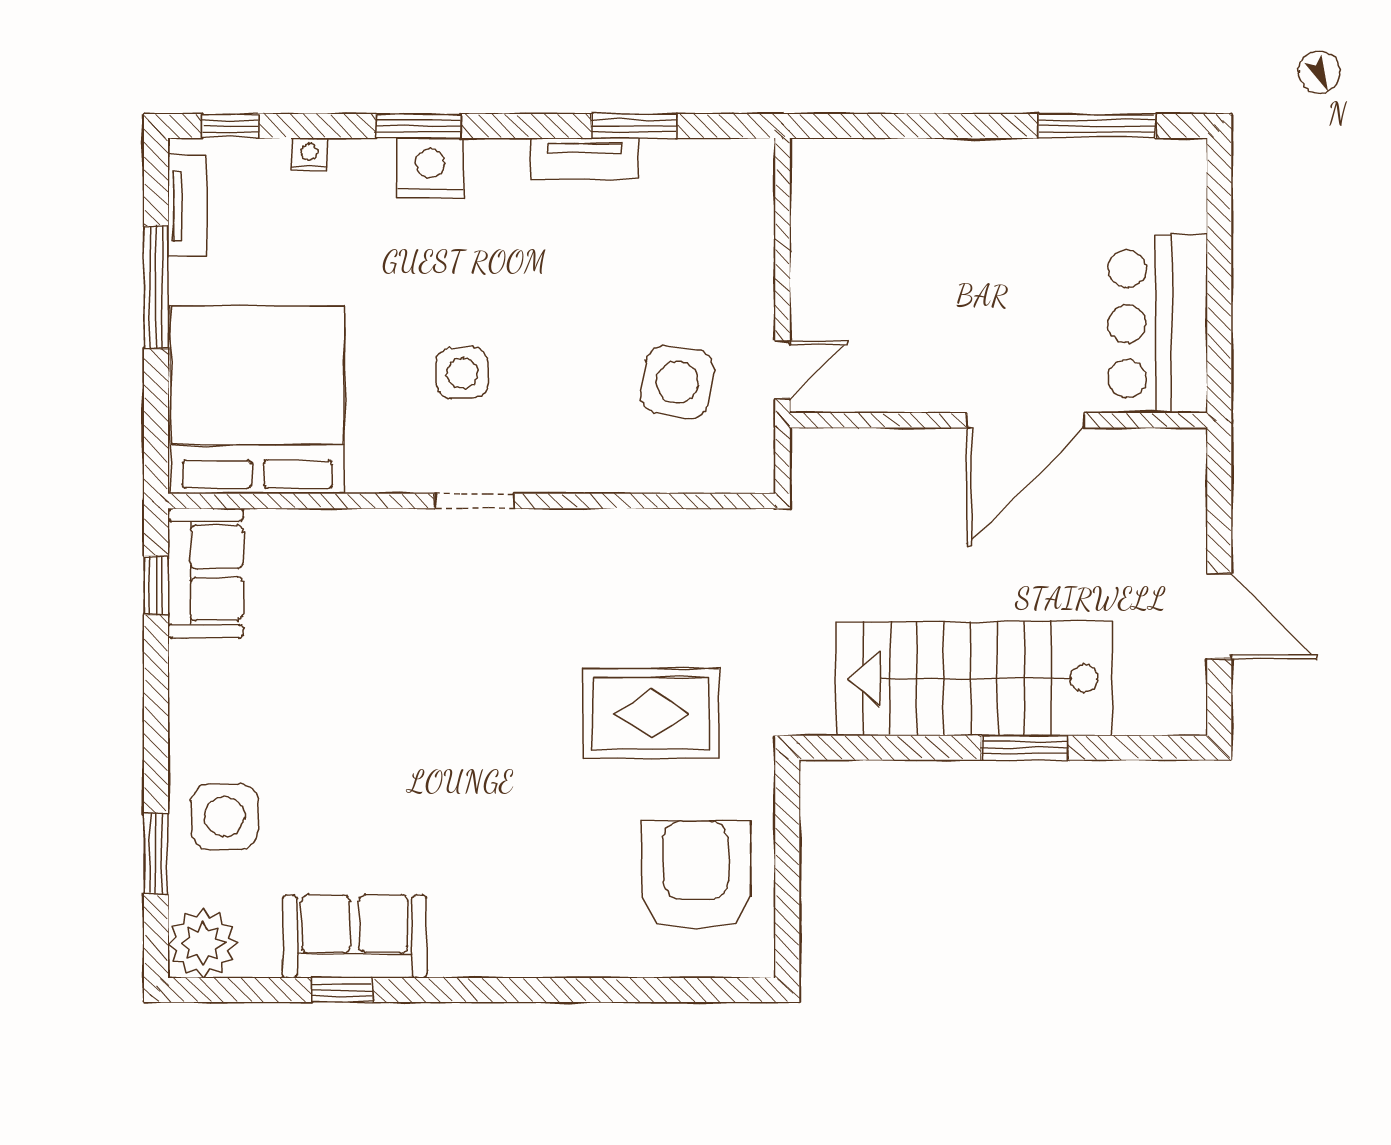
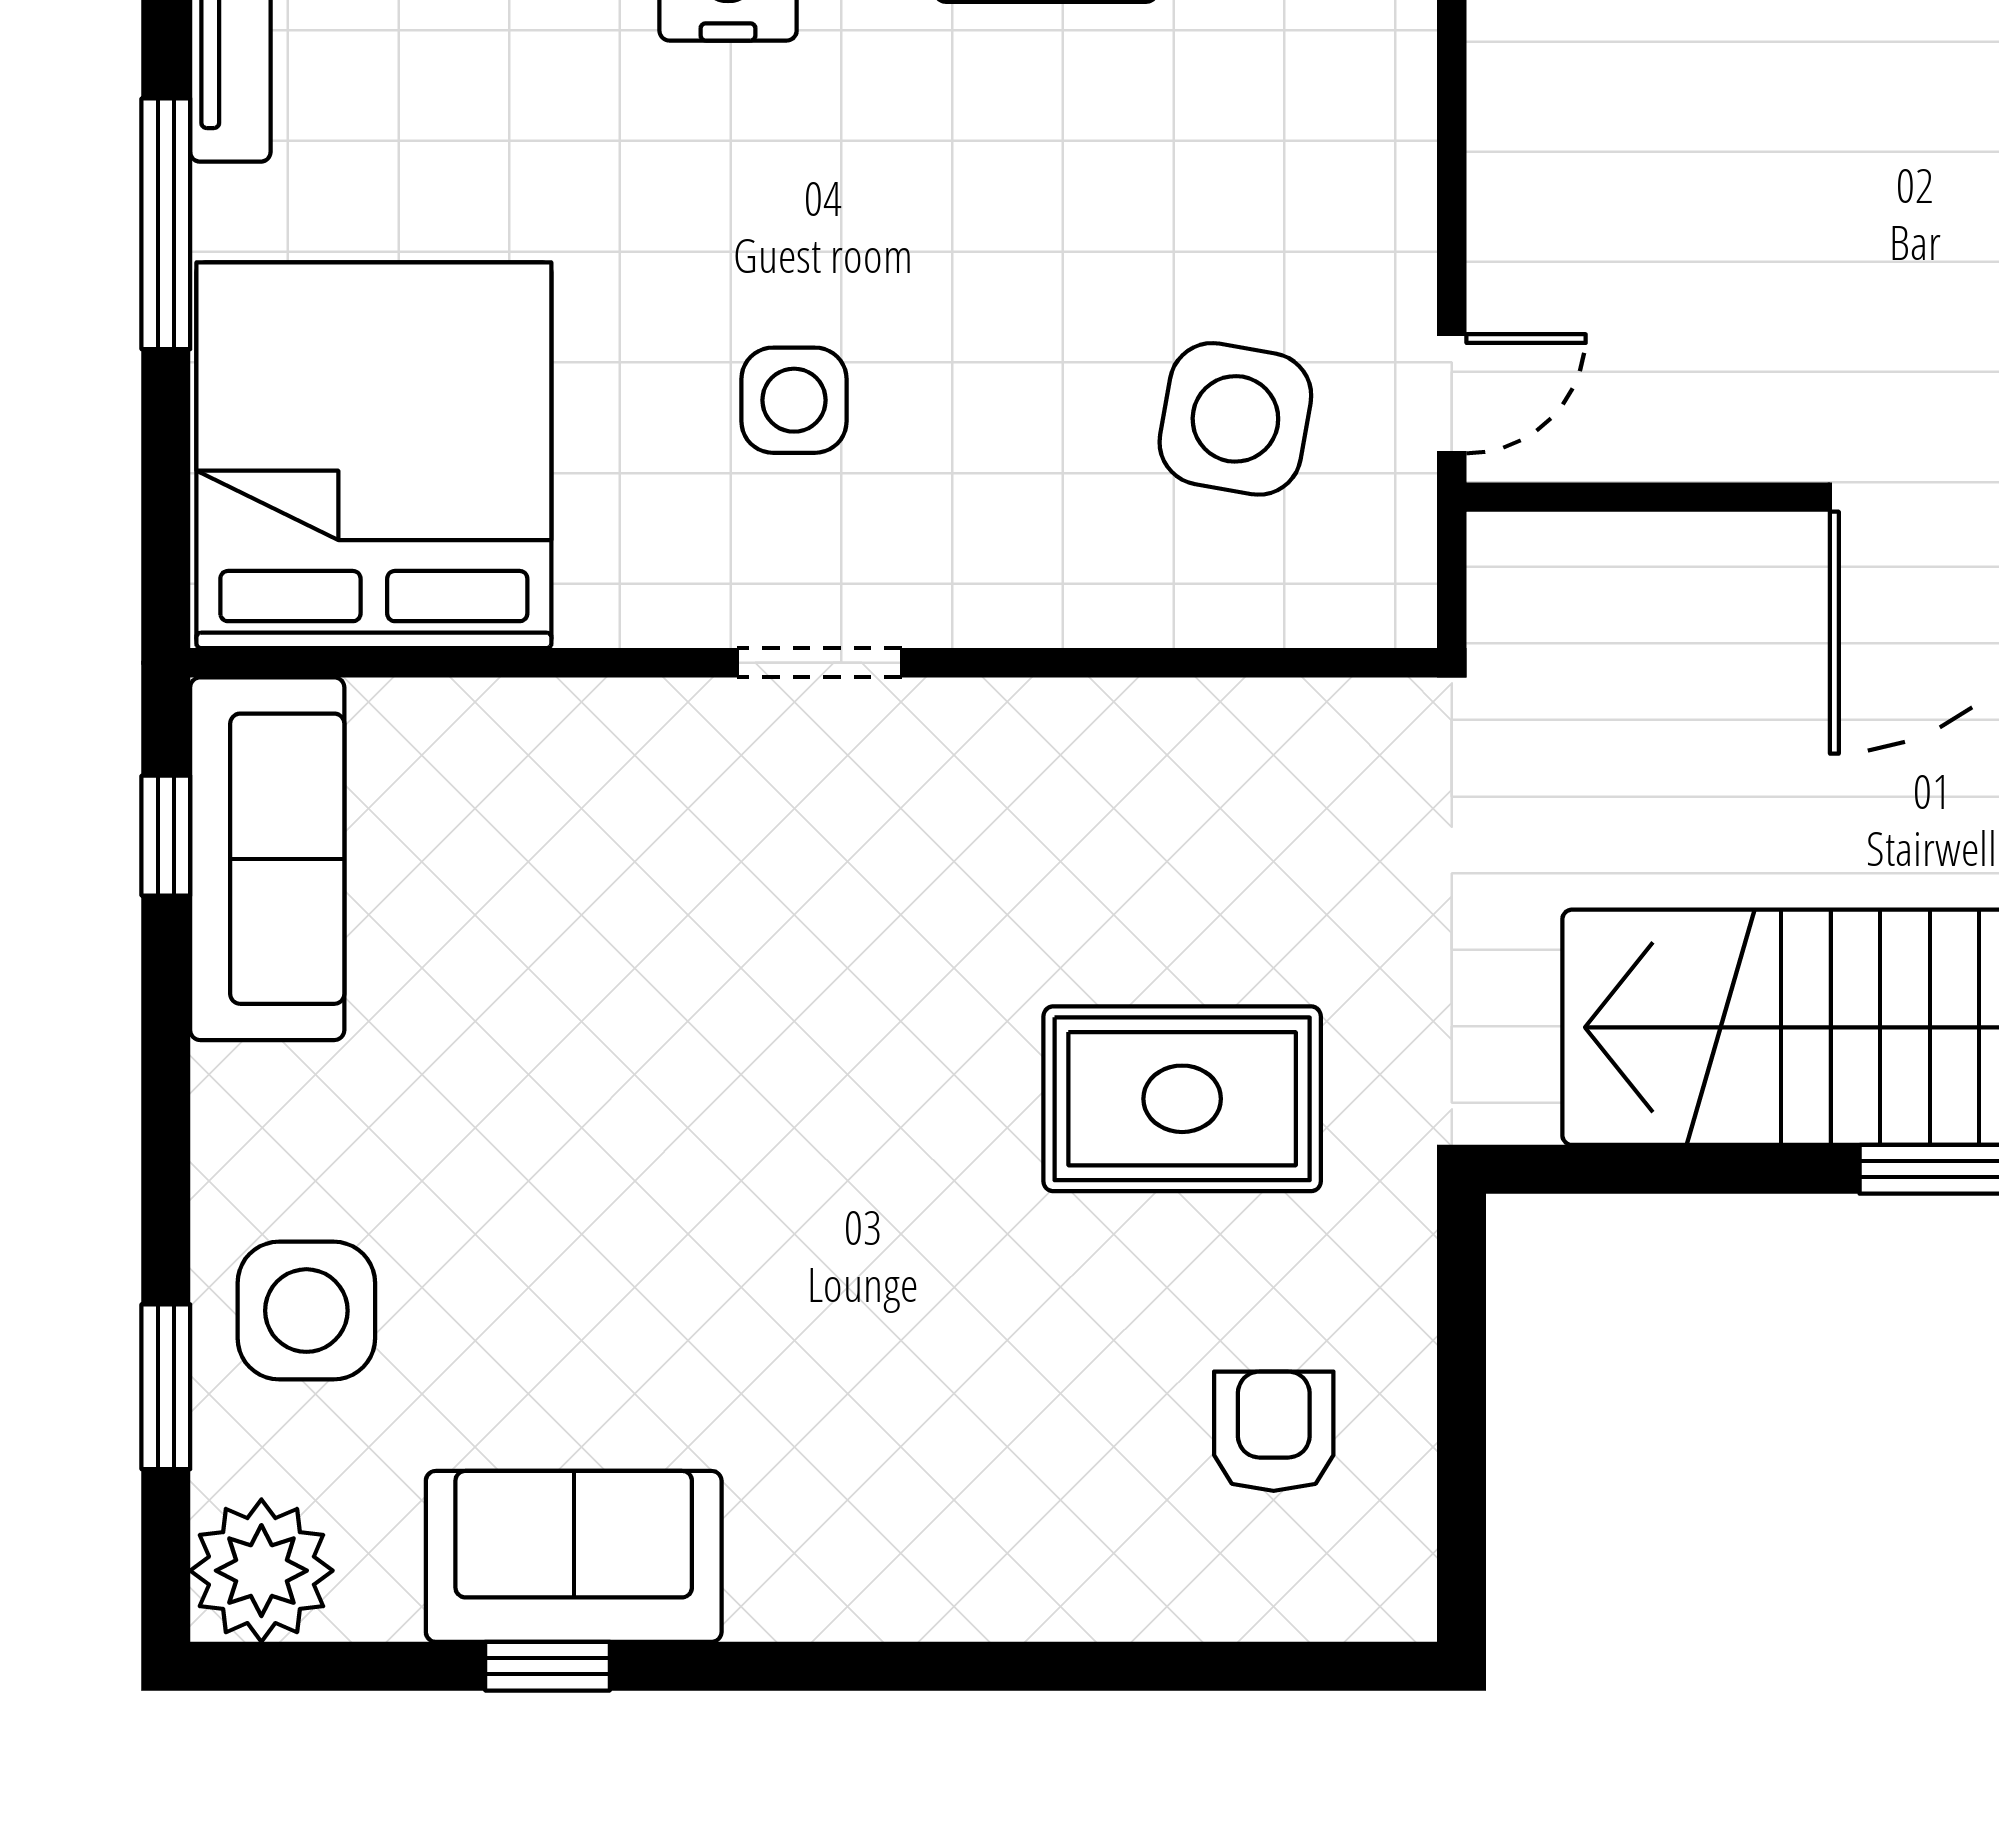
sofa: (205, 573) -> (267, 859), width x1.36
armchair: (696, 875) -> (1274, 1431), width x0.53, depth x0.53

